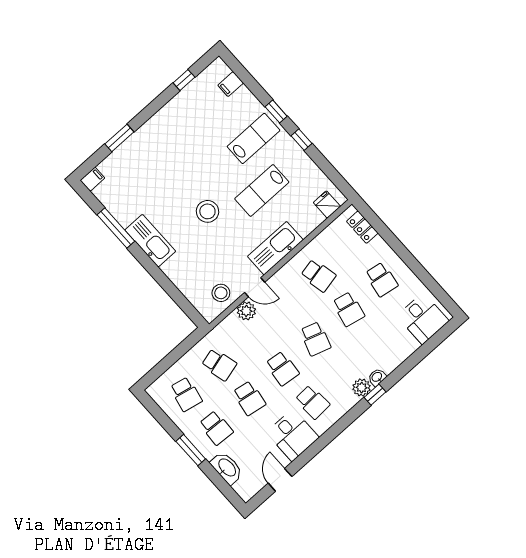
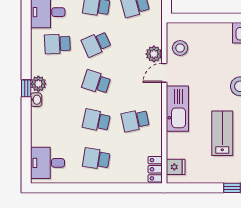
locker: (362, 227) -> (155, 169), moved, turned -90
school desk: (282, 368) -> (96, 44), turned -30

